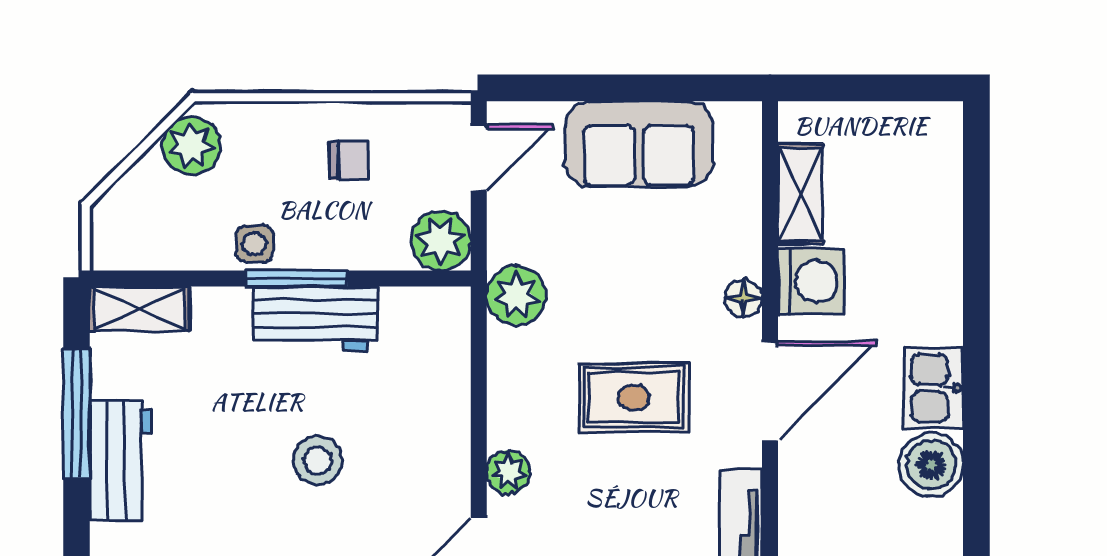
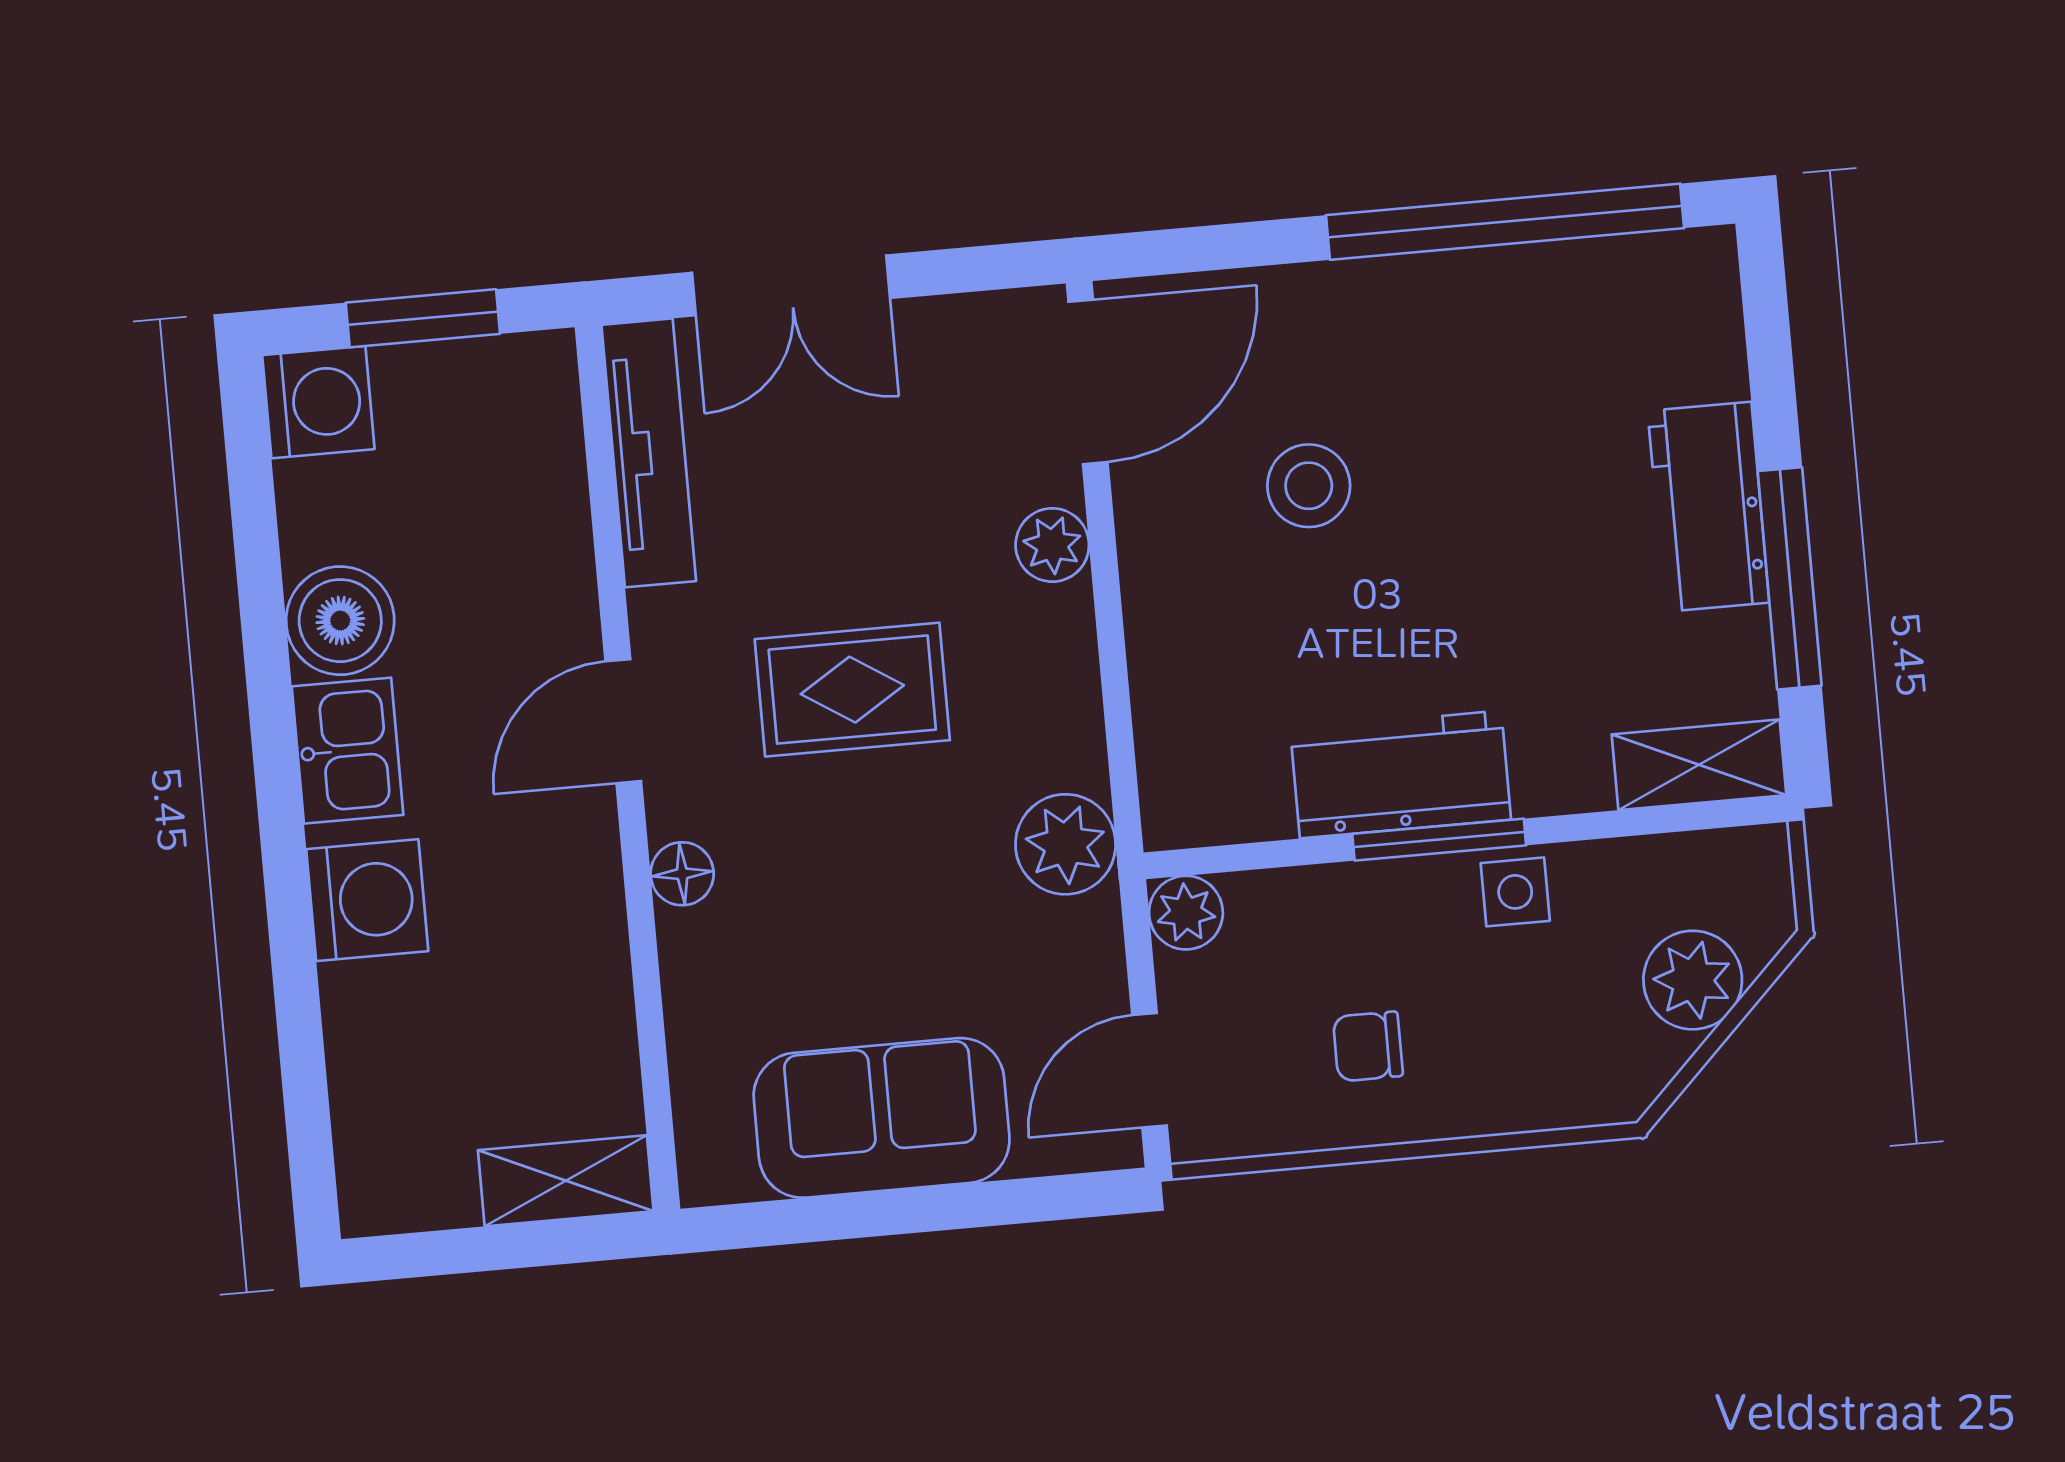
plant: (192, 146) -> (1693, 980), moved
shelving: (800, 194) -> (566, 1181), moved, turned 90
plant: (441, 241) -> (1186, 913), width x0.73, depth x0.73
washing machine: (811, 281) -> (367, 900), moved, turned 180
door: (770, 391) -> (623, 721), width x0.73
stool: (318, 460) -> (1309, 486), moved

